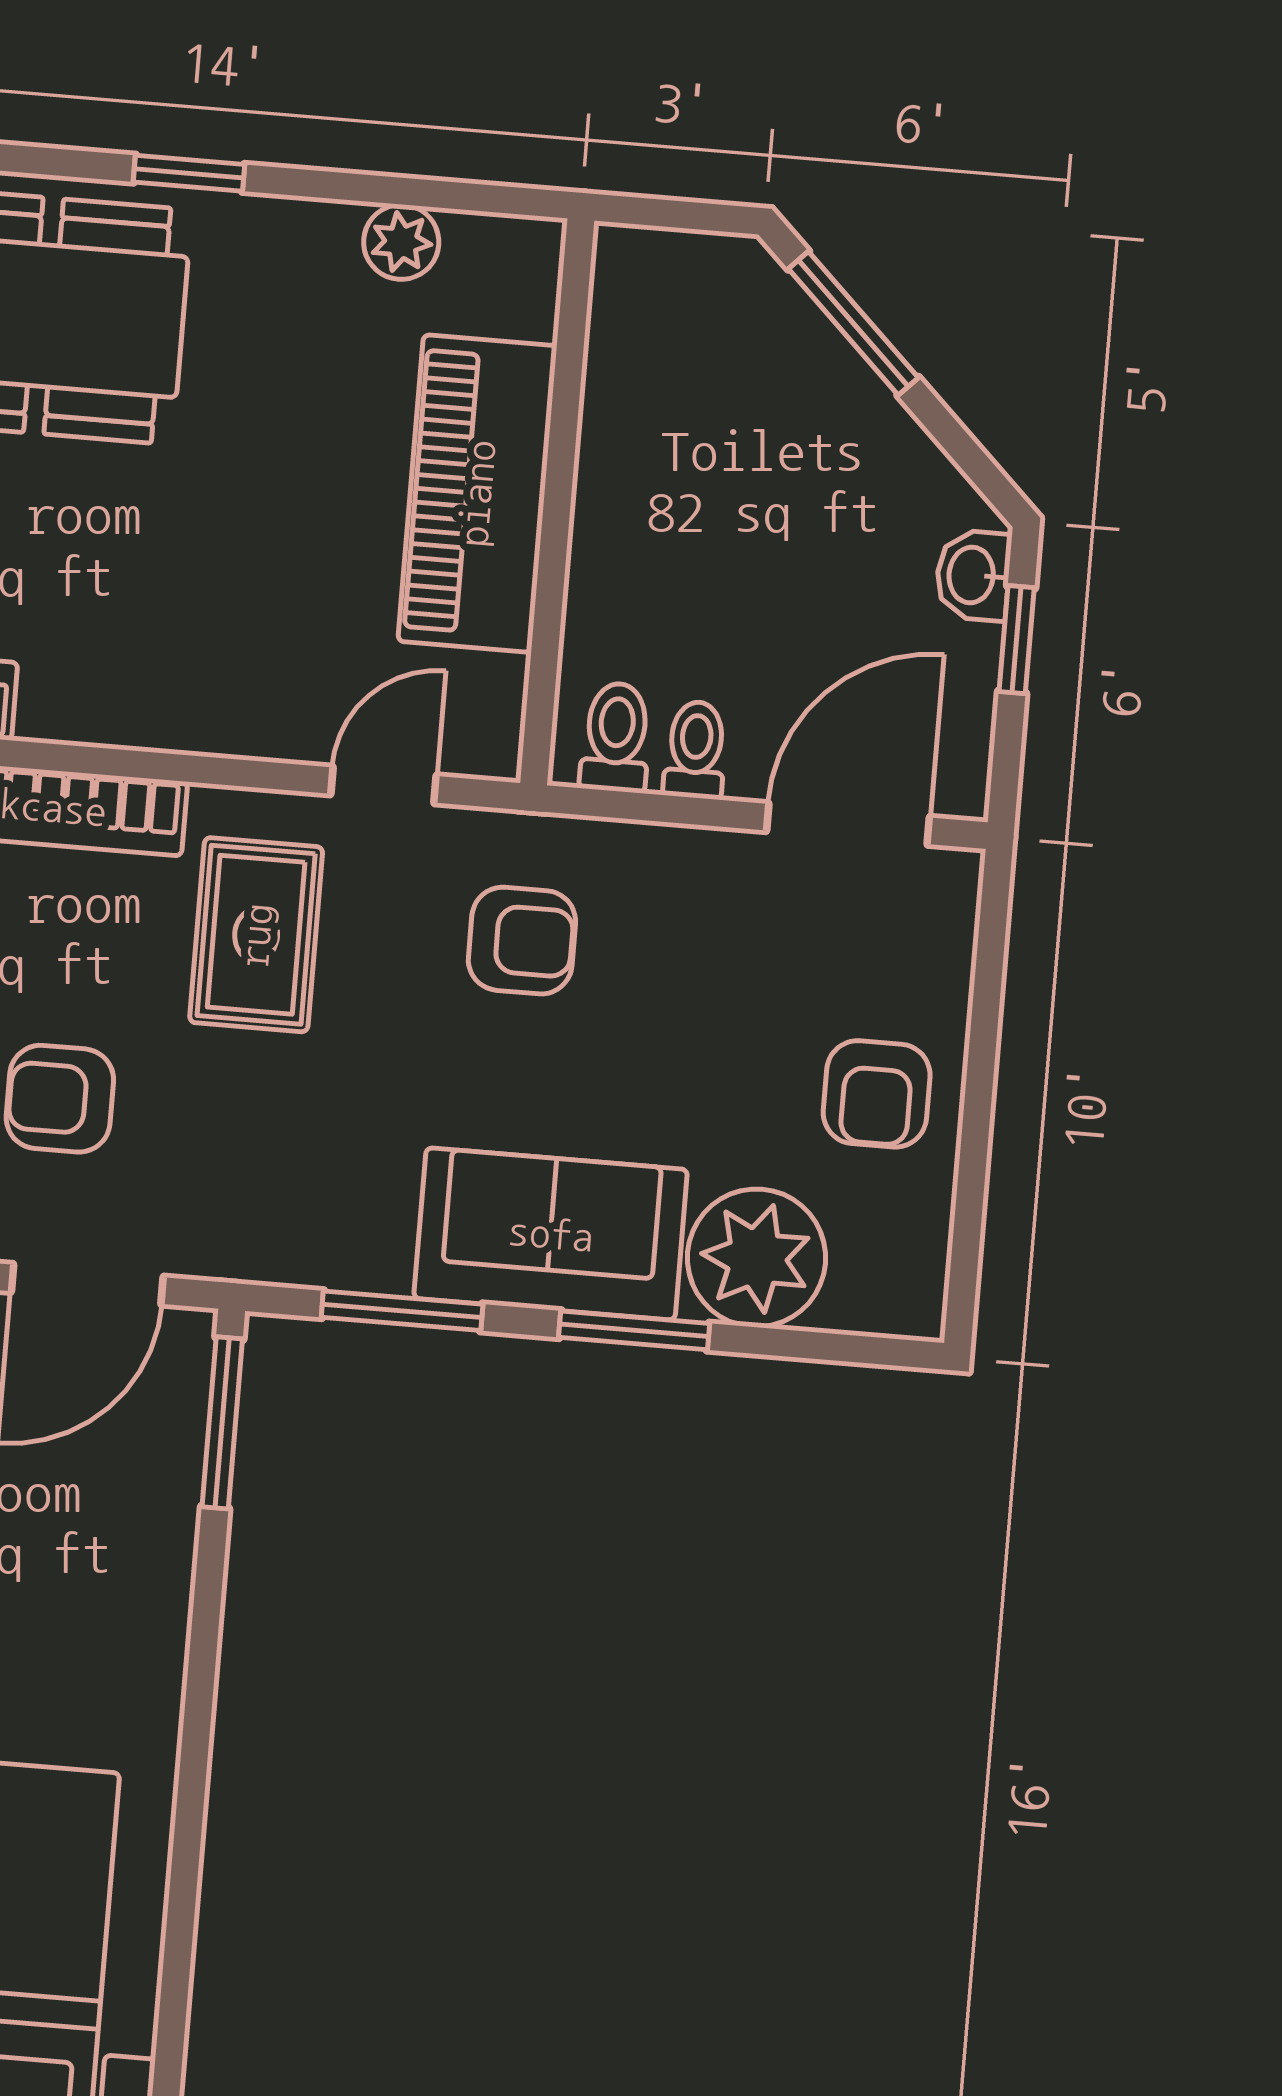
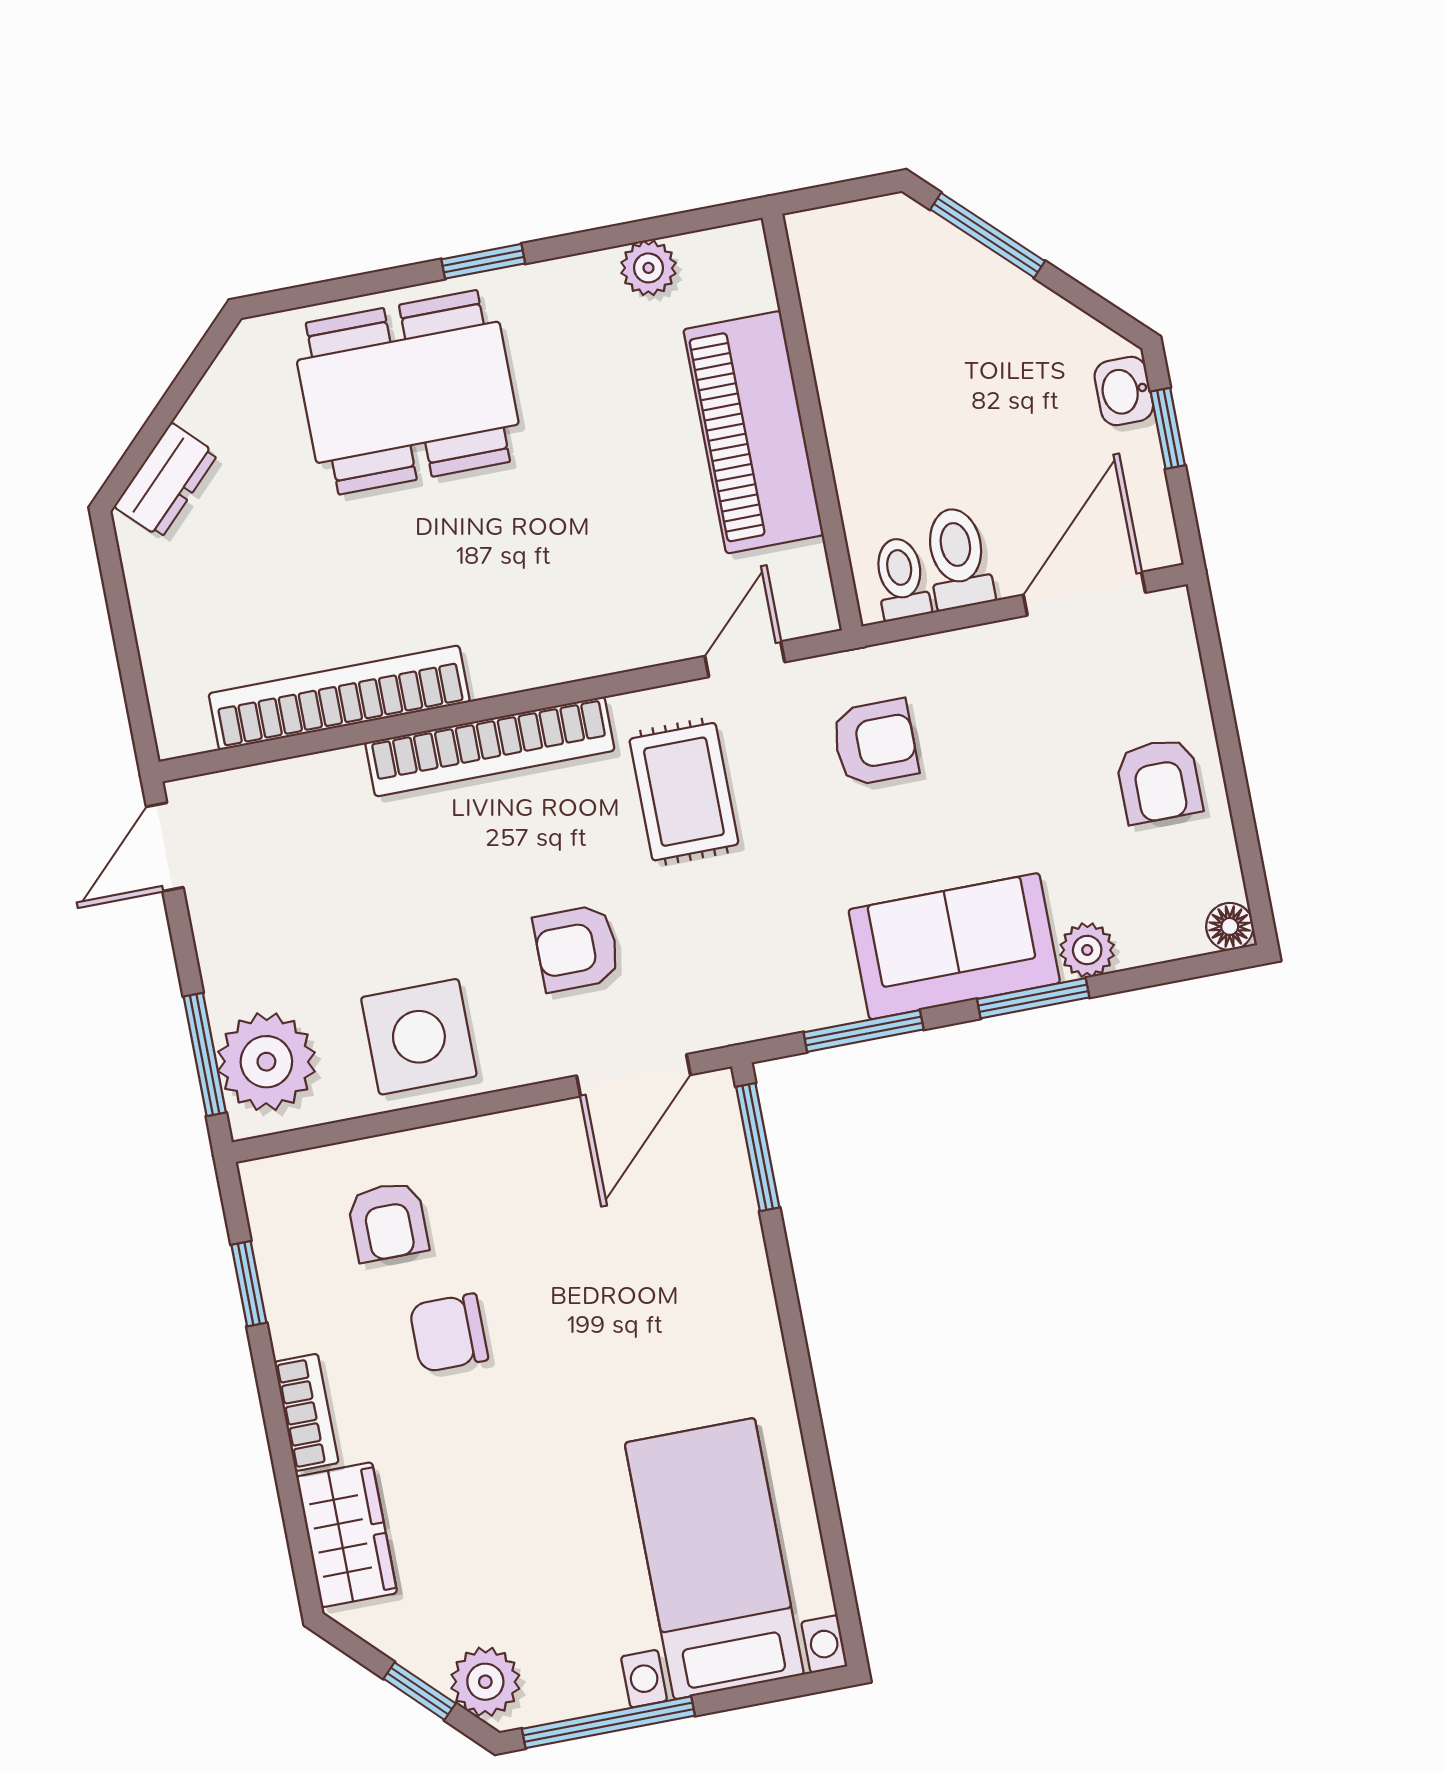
toilet: (696, 750) -> (958, 558), width x1.37, depth x1.39
plant: (757, 1258) -> (1087, 950), width x0.53, depth x0.53
floor lamp: (915, 1309) -> (1230, 926), added

